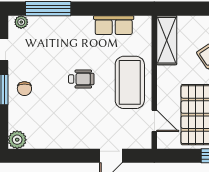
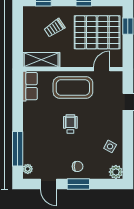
row of seats: (114, 25) -> (30, 86), moved
side table: (51, 132) -> (110, 146), added

